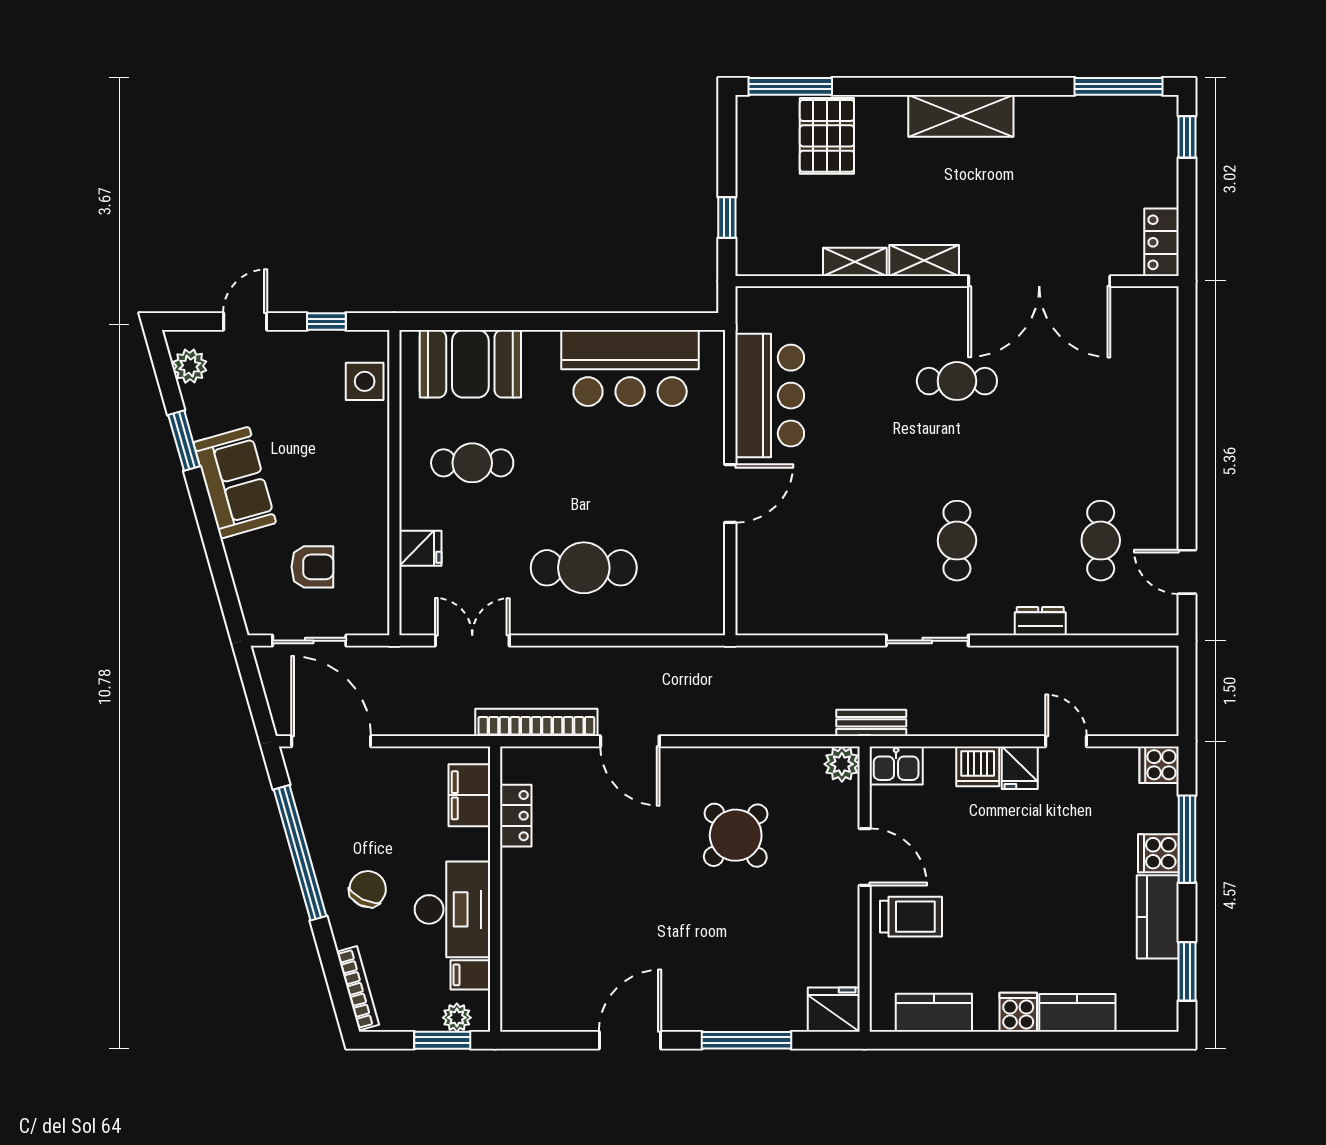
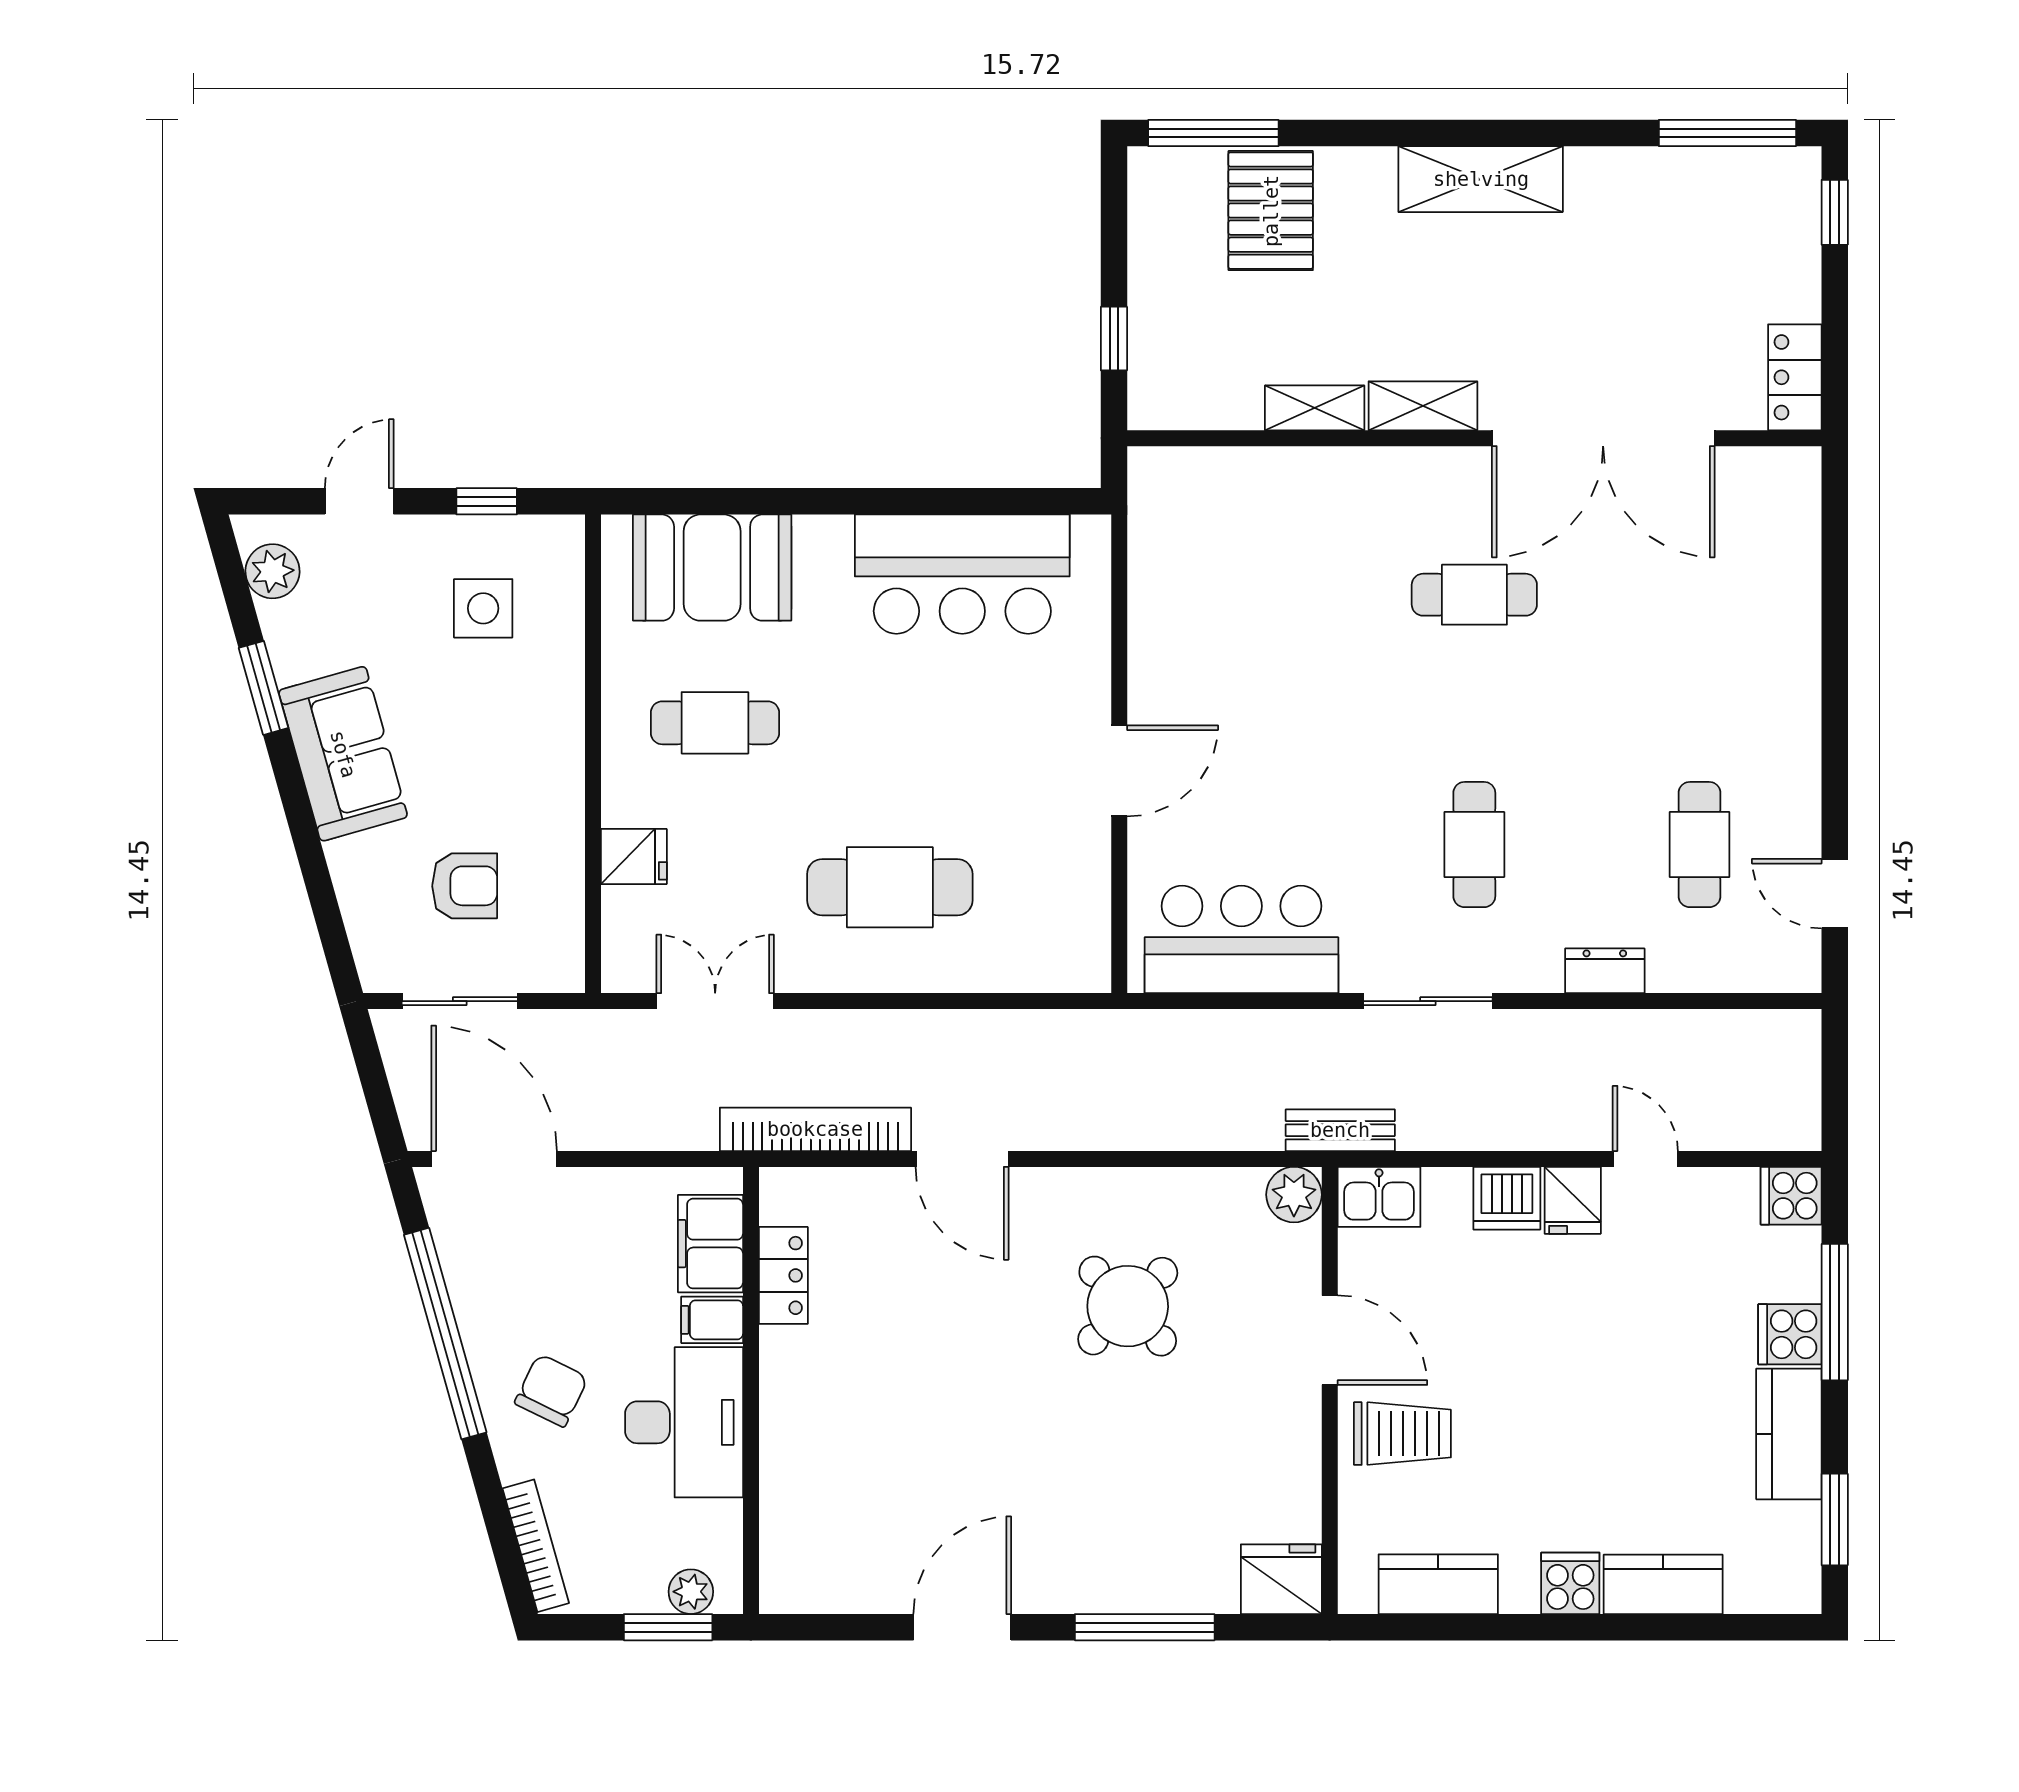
side table: (365, 381) -> (483, 608), moved
bar counter: (770, 396) -> (1241, 939), moved, turned -90
filing cabinet: (470, 975) -> (712, 1320), moved

